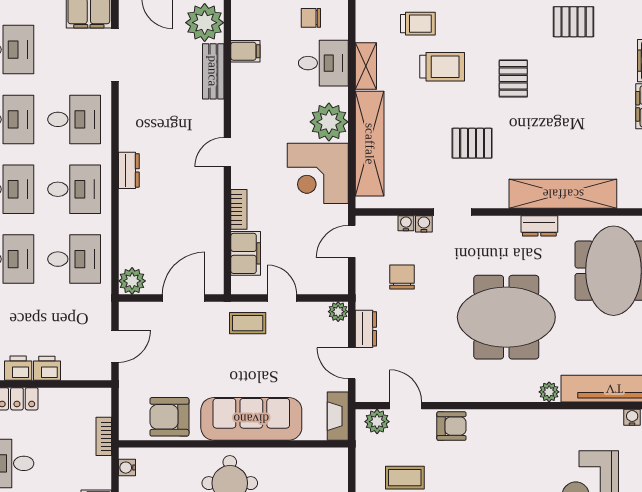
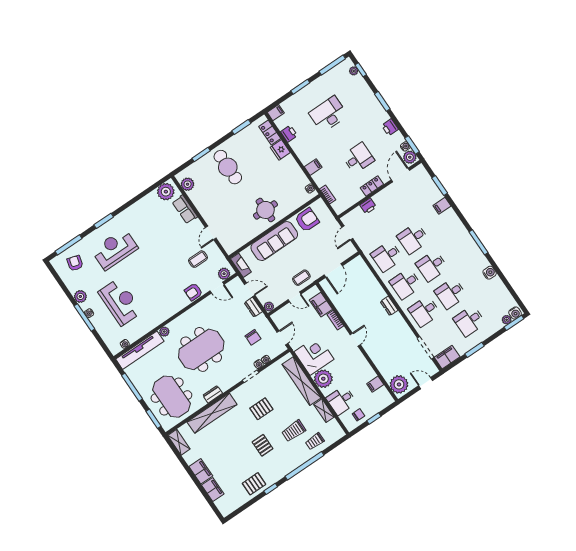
bench: (213, 71) -> (382, 368), removed
plant: (132, 281) -> (358, 263), removed
printer: (18, 368) -> (380, 198), removed

